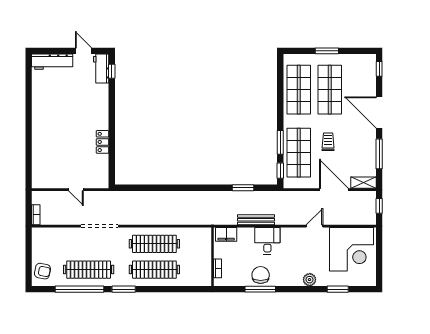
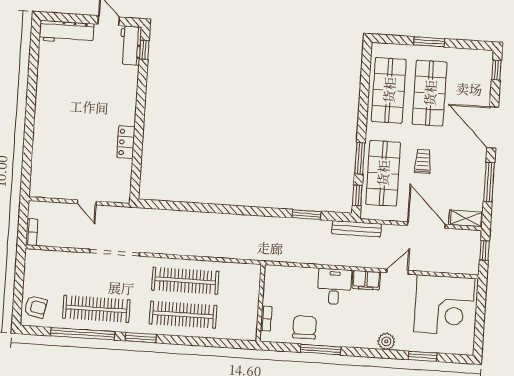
bench: (256, 220) -> (356, 229), moved
filing cabinet: (226, 234) -> (366, 280), moved
chair: (261, 275) -> (305, 327), moved

